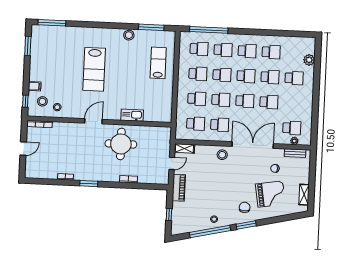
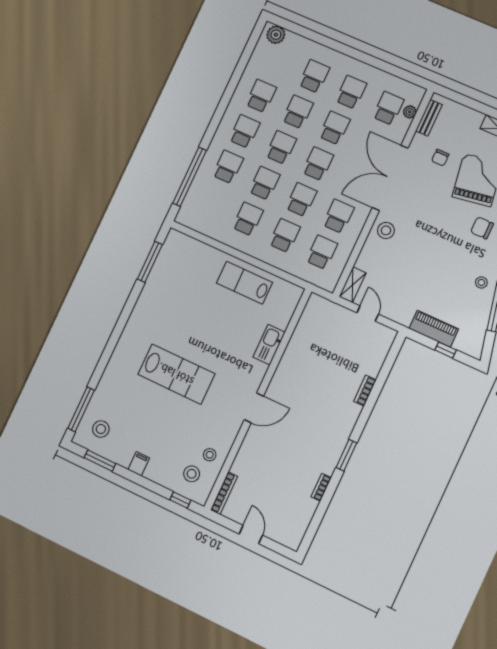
stool: (129, 35) -> (101, 429), moved
school desk: (199, 49) -> (351, 92), moved
plant: (309, 60) -> (276, 35), moved
lab bench: (158, 63) -> (244, 283), moved
filing cabinet: (35, 86) -> (139, 464), moved
door: (93, 121) -> (254, 408), swing flipped
round table: (121, 144) -> (306, 380), removed
piano: (179, 188) -> (434, 329), moved

